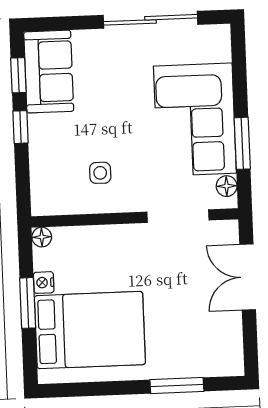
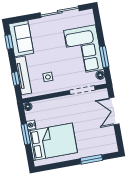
window: (20, 127) -> (16, 79), moved
tv unit: (41, 161) -> (23, 75), added

